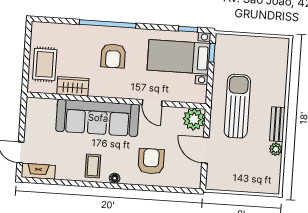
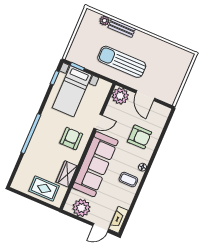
armchair: (113, 56) -> (71, 139), moved, turned -90
plant: (37, 120) -> (81, 208), added
bench: (277, 124) -> (122, 28), moved
plant: (276, 149) -> (104, 21), moved
door: (205, 150) -> (145, 96), hinge flipped
armchair: (151, 161) -> (139, 137), turned 180

